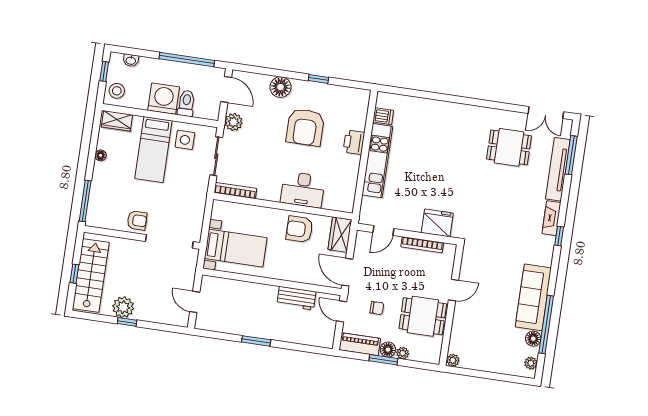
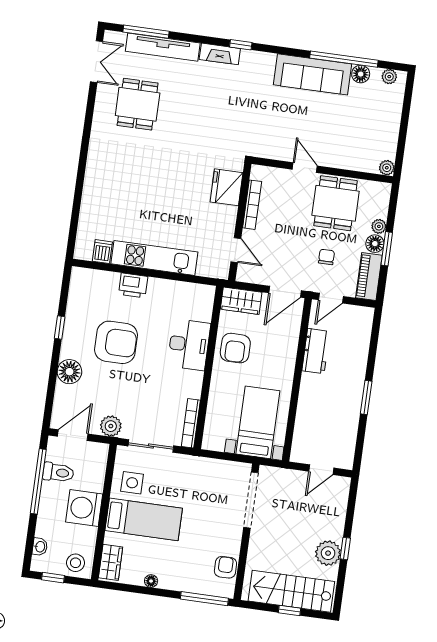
toilet: (186, 103) -> (58, 472), moved, turned 180
armchair: (137, 220) -> (225, 567), moved

